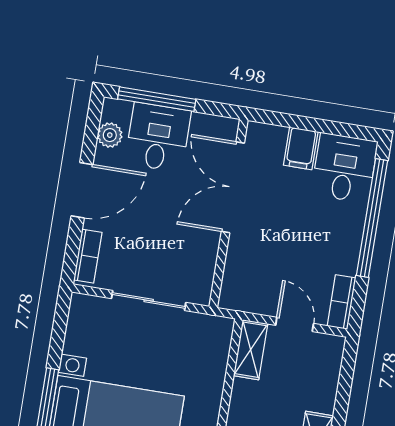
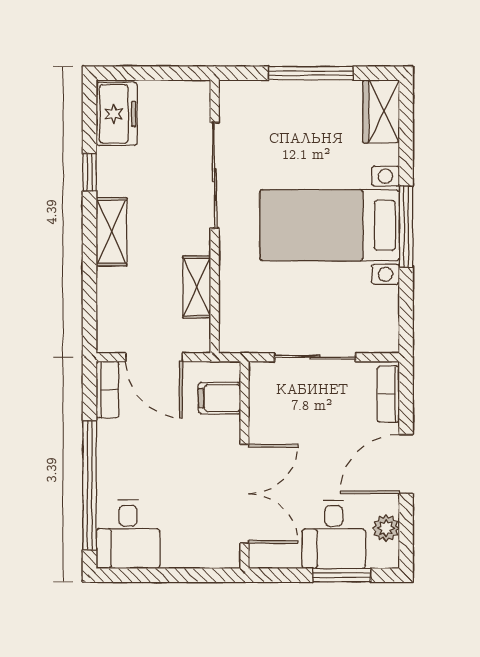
window: (157, 99) -> (342, 575), width x0.69
filing cabinet: (301, 148) -> (219, 398), moved, turned -90
door: (295, 324) -> (154, 357), width x1.38
shelving: (251, 350) -> (197, 287), moved

